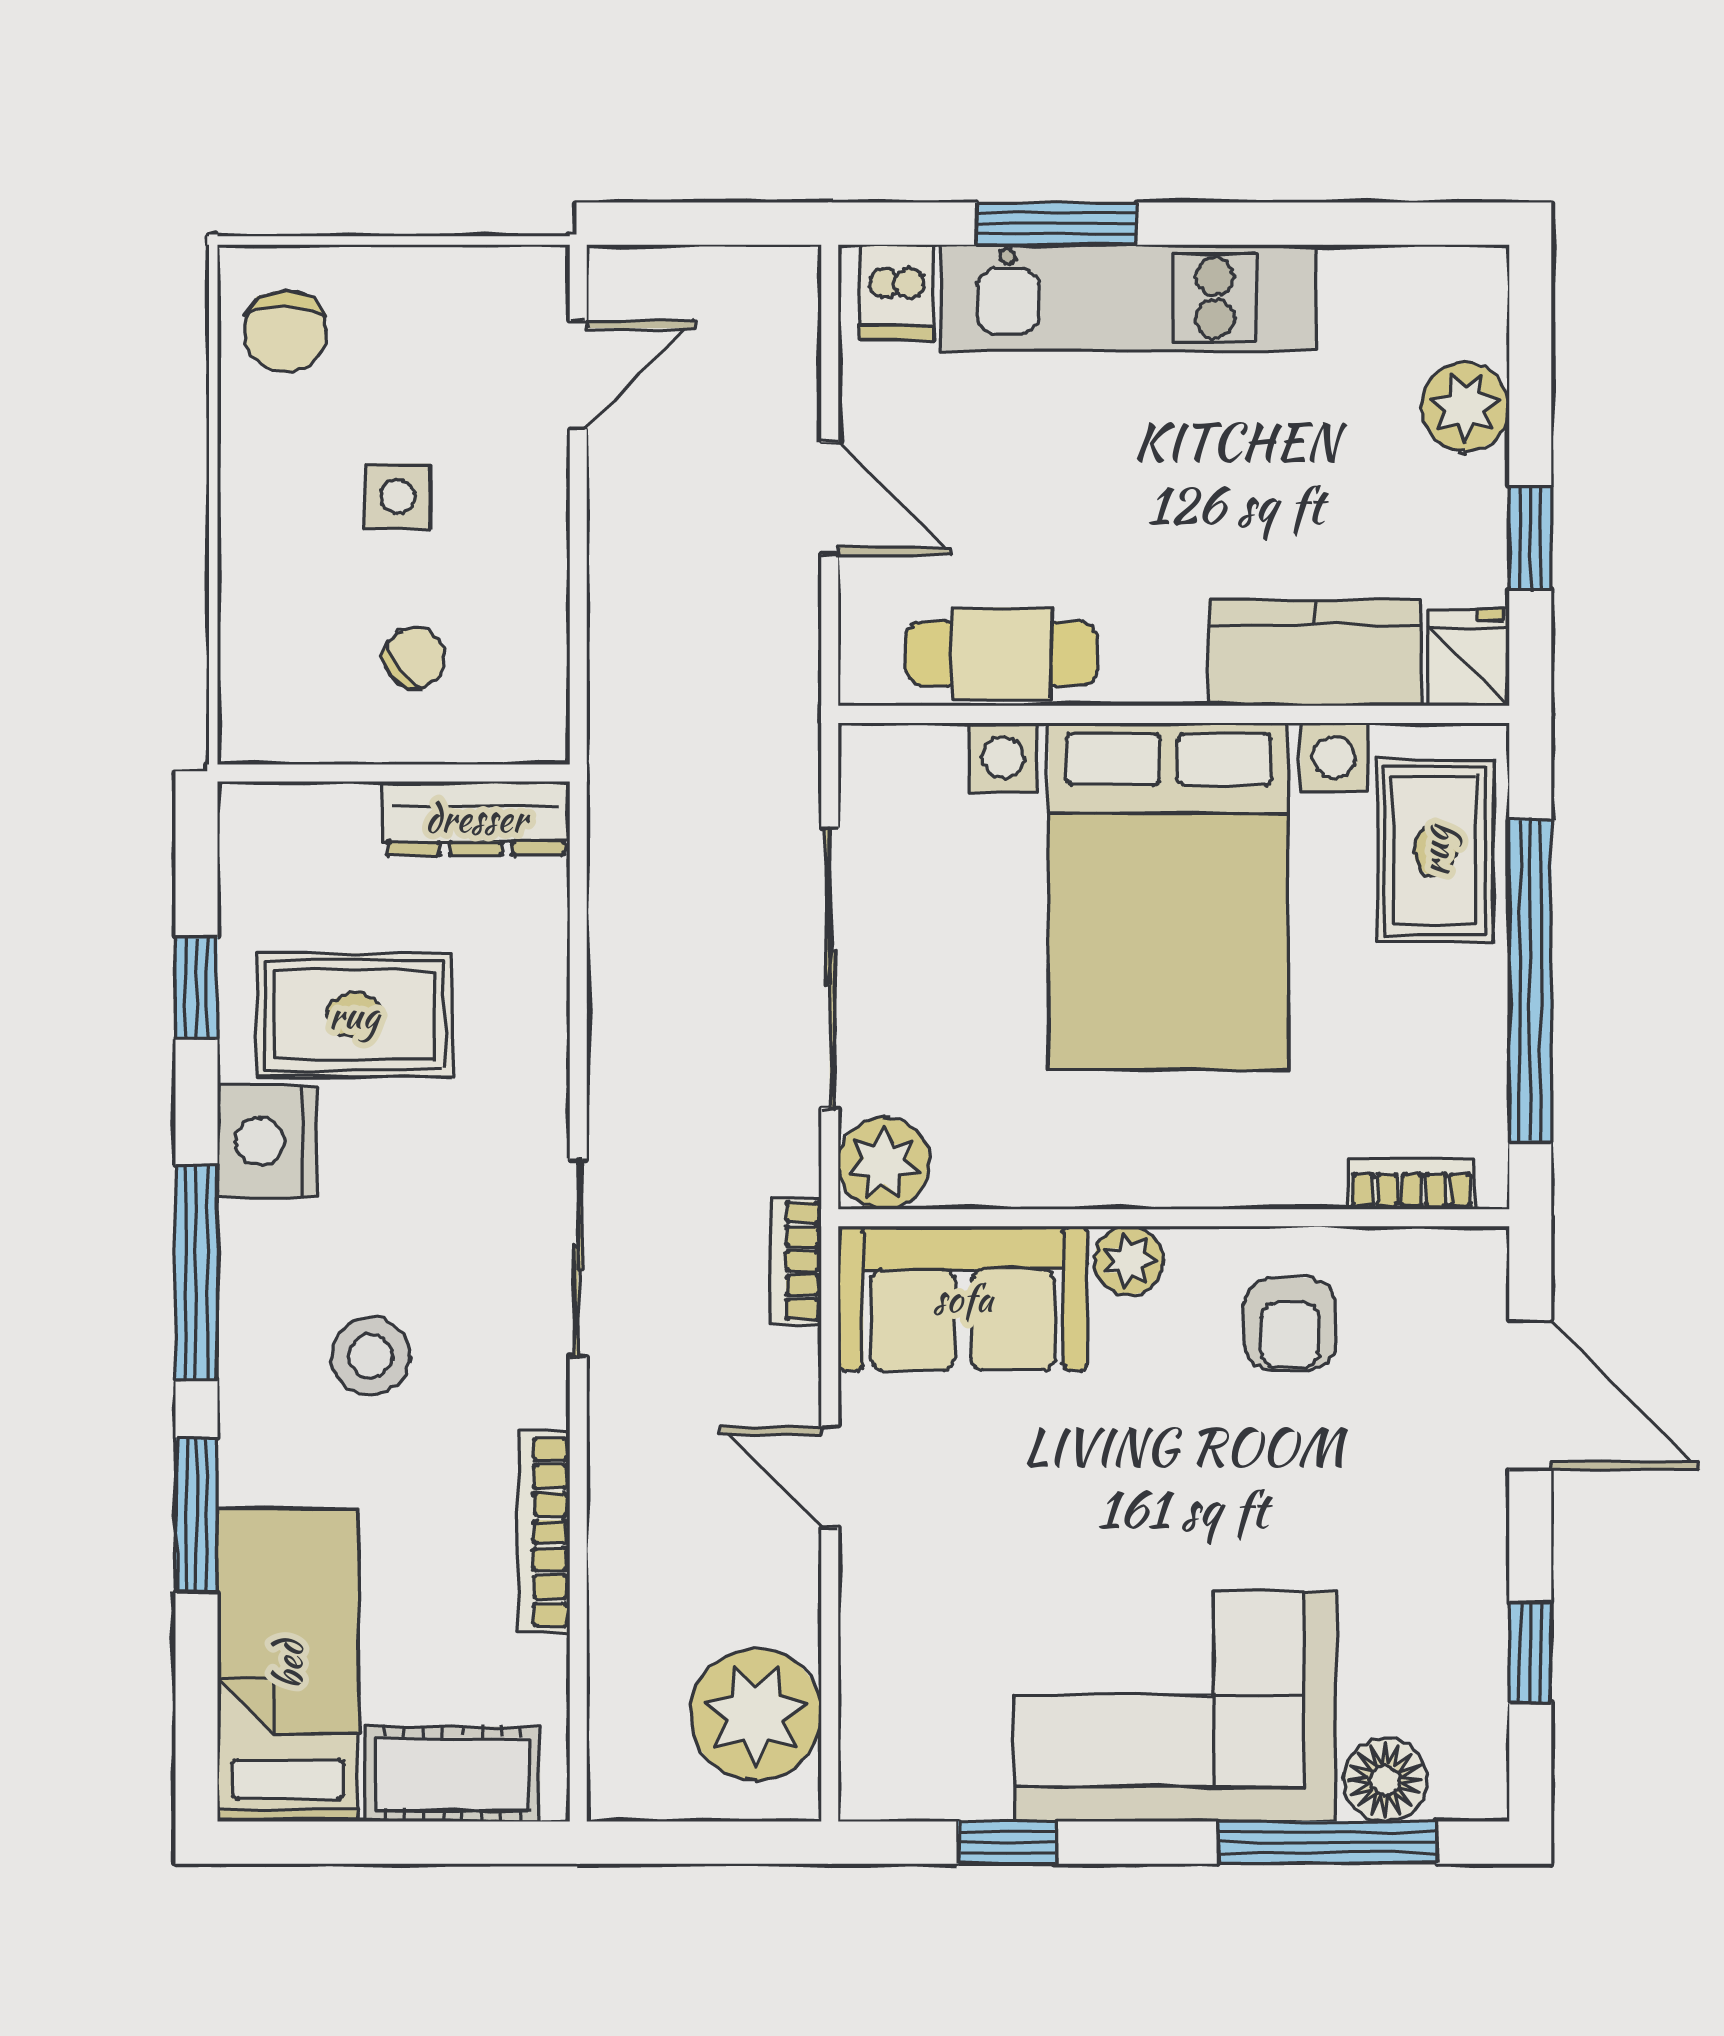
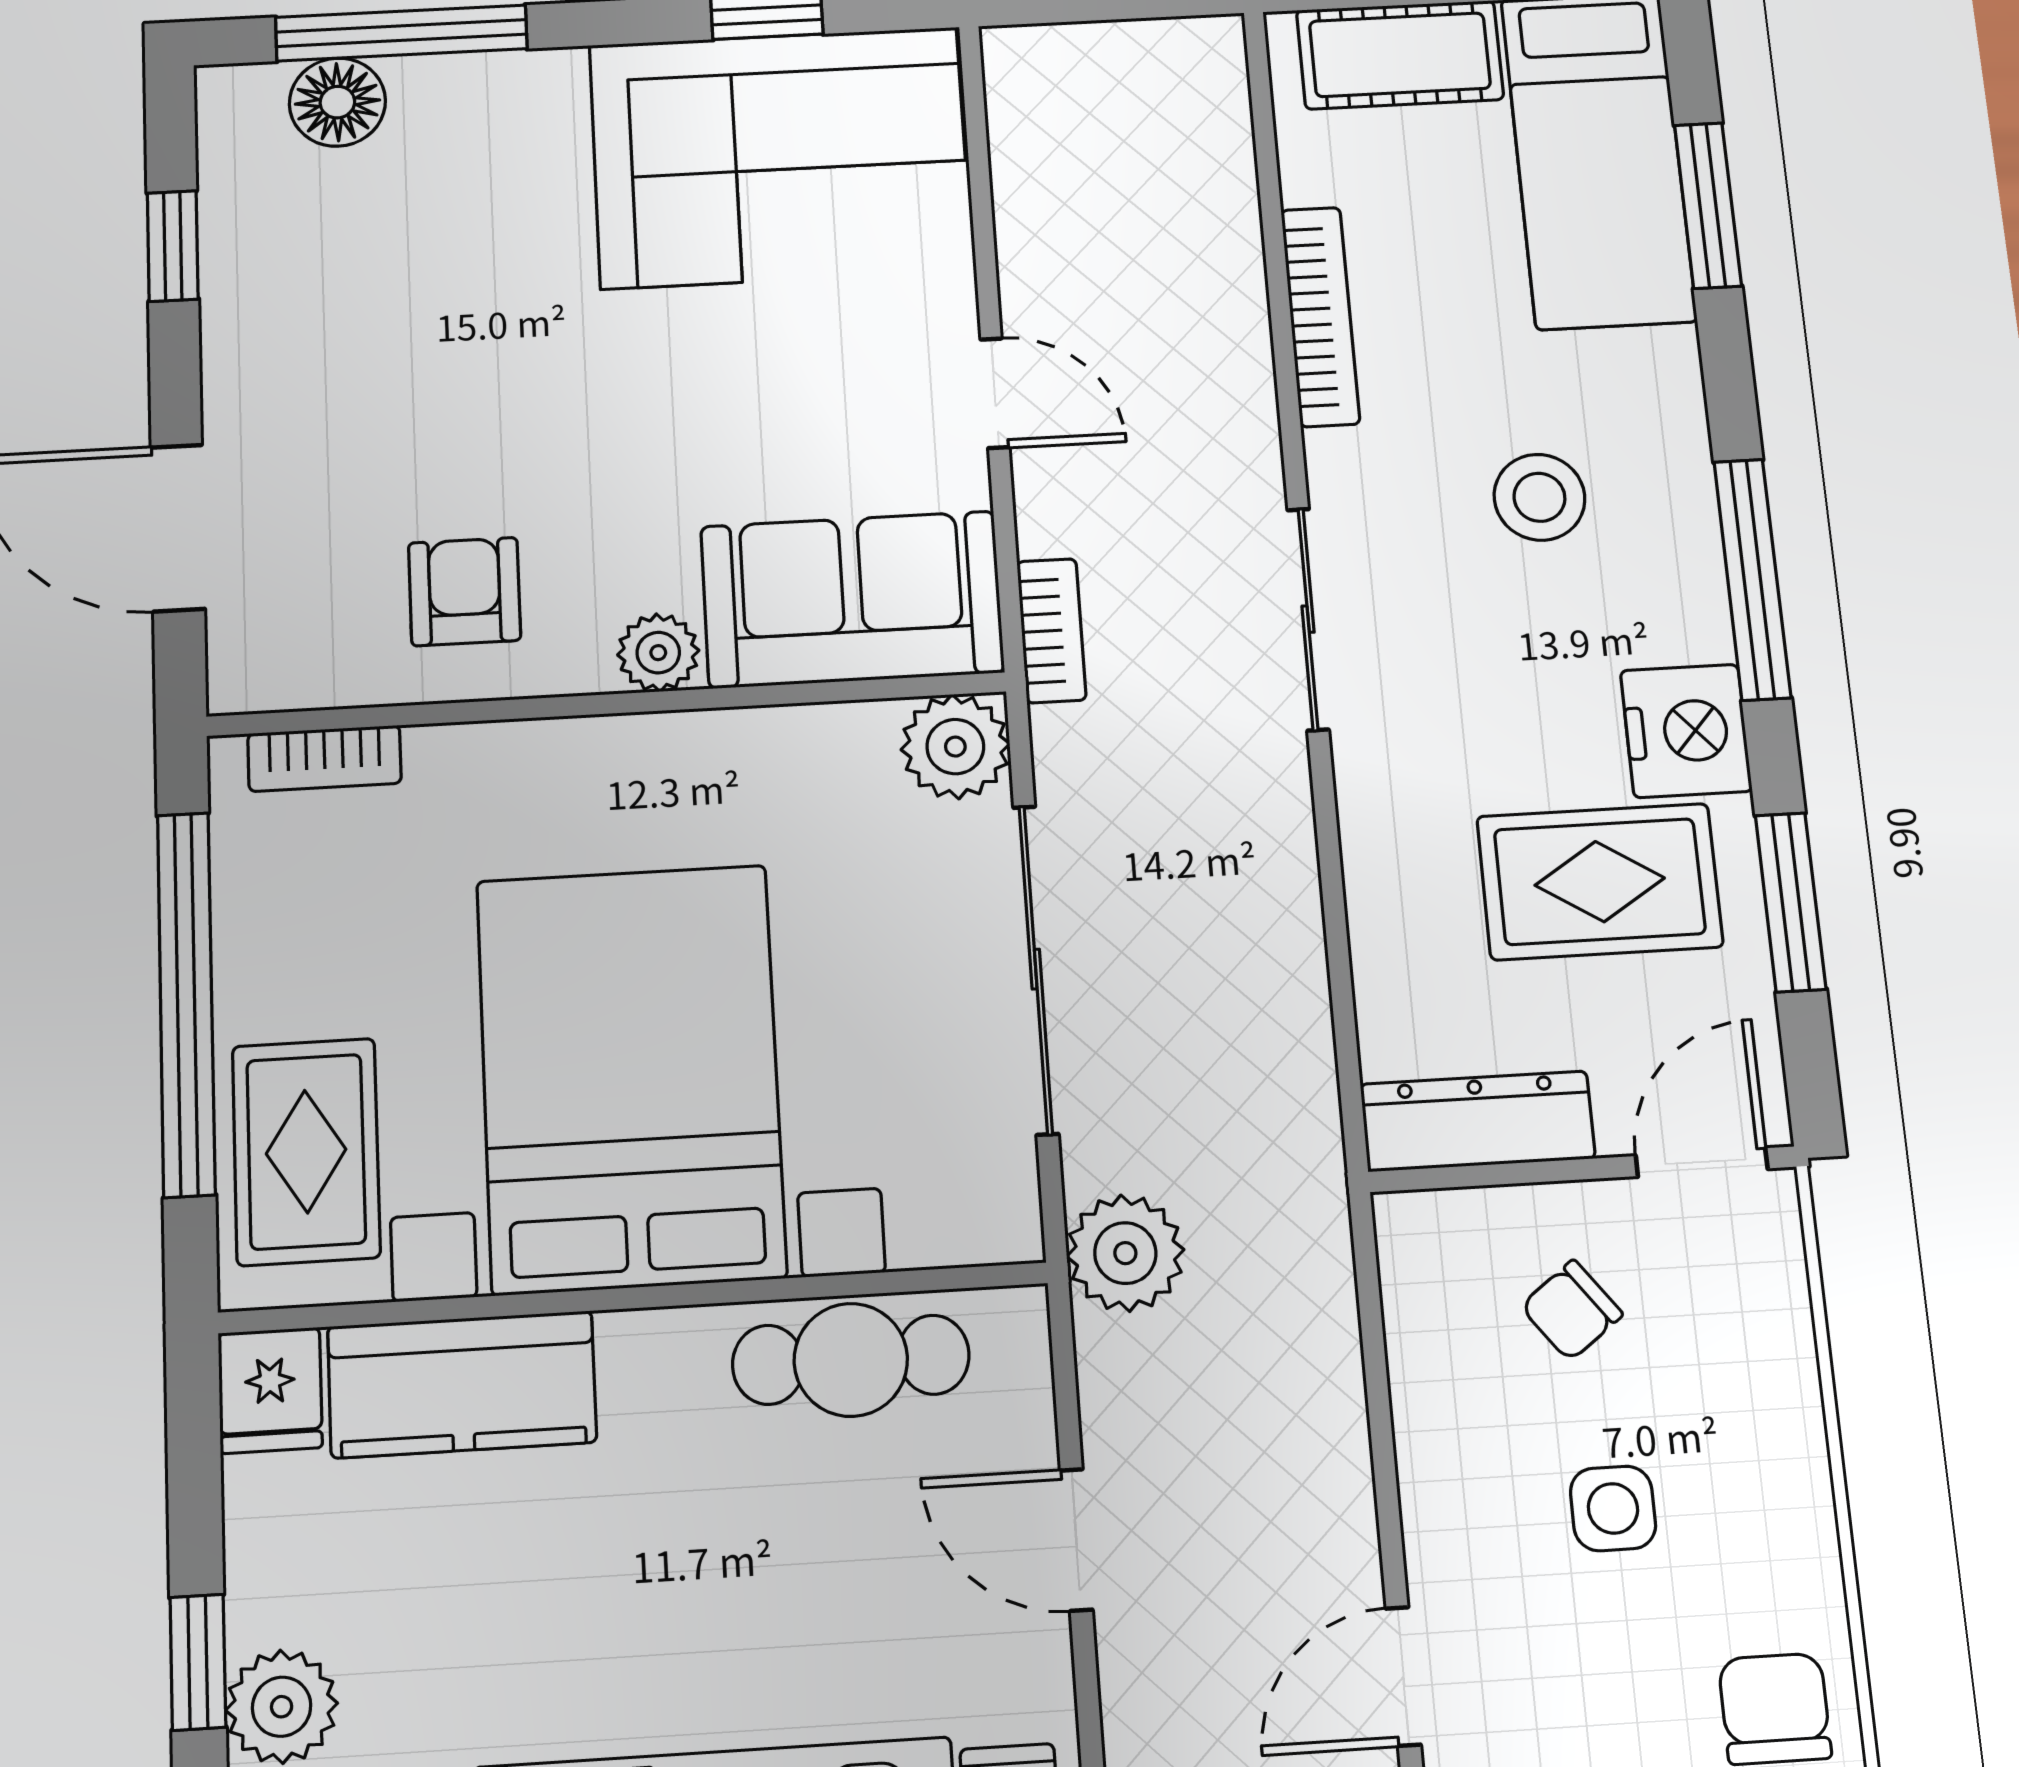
window: (1530, 538) -> (198, 1662), moved
door: (295, 773) -> (1702, 1162), added
window: (197, 988) -> (1791, 902), width x1.50
window: (197, 1515) -> (1708, 205), moved
corner sofa: (1175, 1707) -> (780, 157), moved
plant: (756, 1715) -> (1125, 1253), moved, width x0.73, depth x0.73

